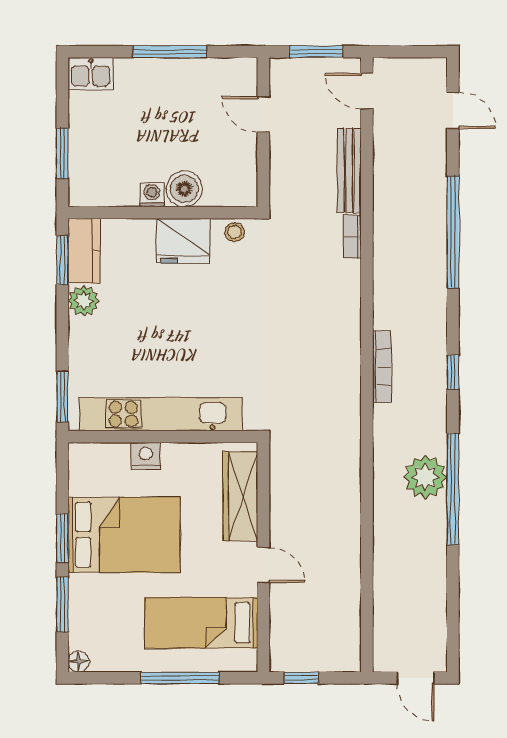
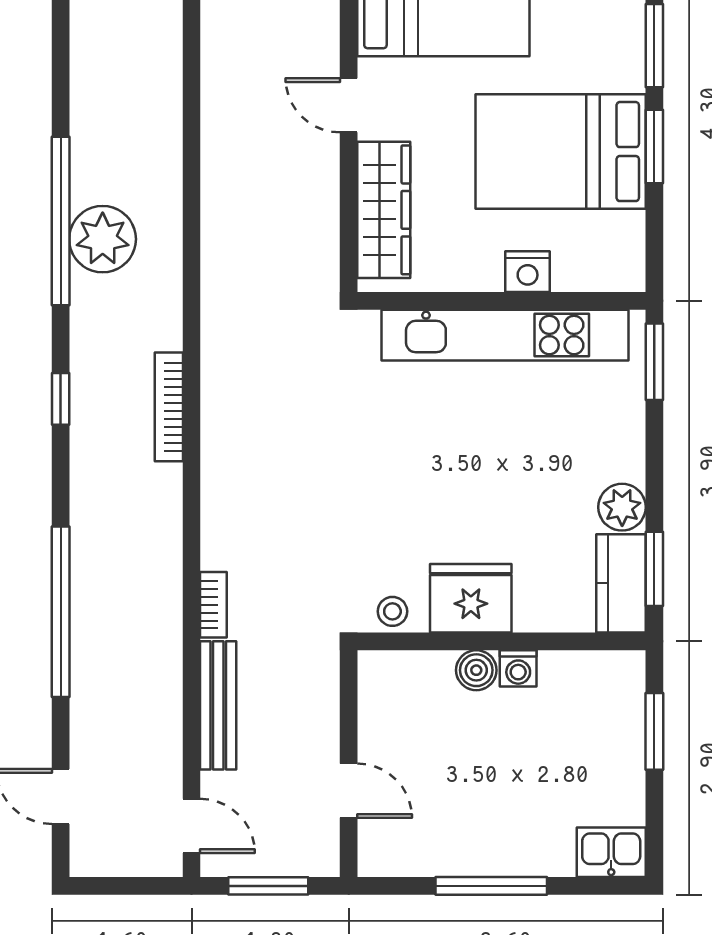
boiler: (184, 189) -> (476, 670), width x0.73, depth x0.73

